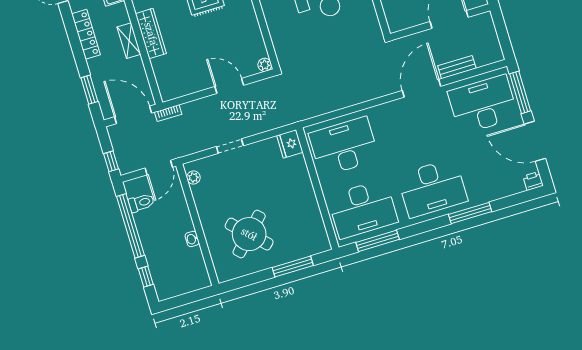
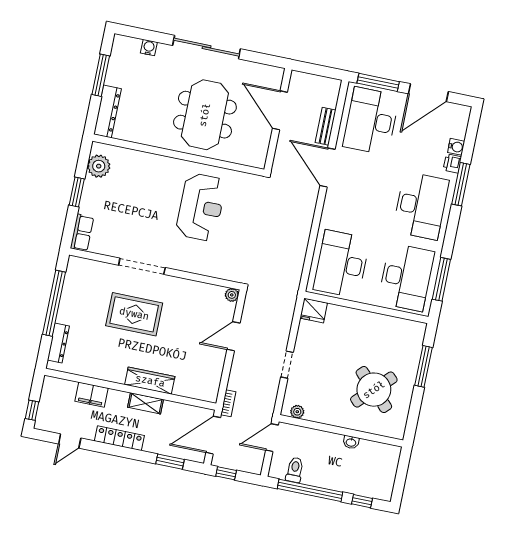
window: (111, 161) -> (226, 473), moved
door: (159, 168) -> (272, 438), swing flipped
printer: (533, 181) -> (452, 163), moved
water cooler: (501, 191) -> (456, 147), added

